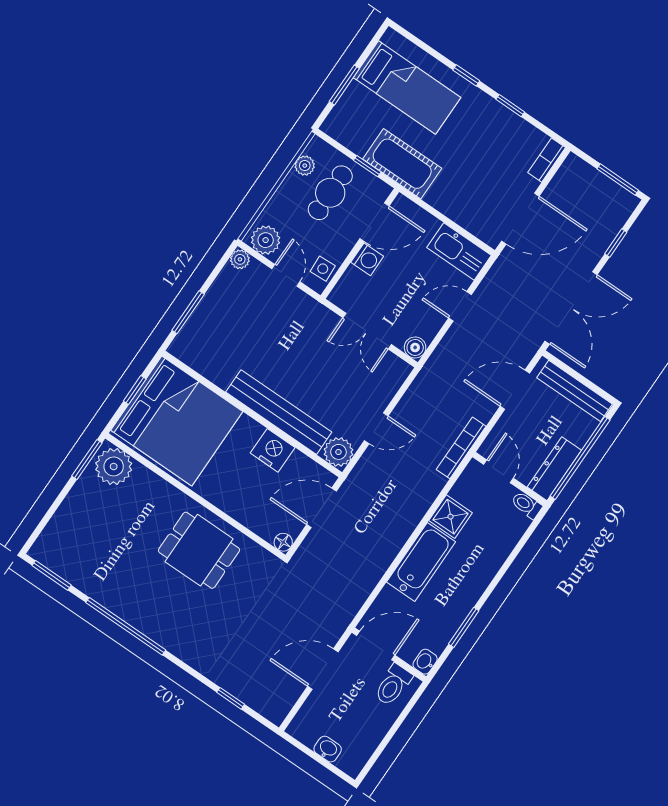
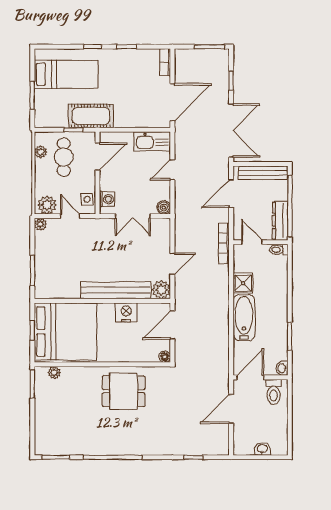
washing machine: (367, 259) -> (107, 199), moved
plant: (114, 466) -> (54, 373), width x0.53, depth x0.53

